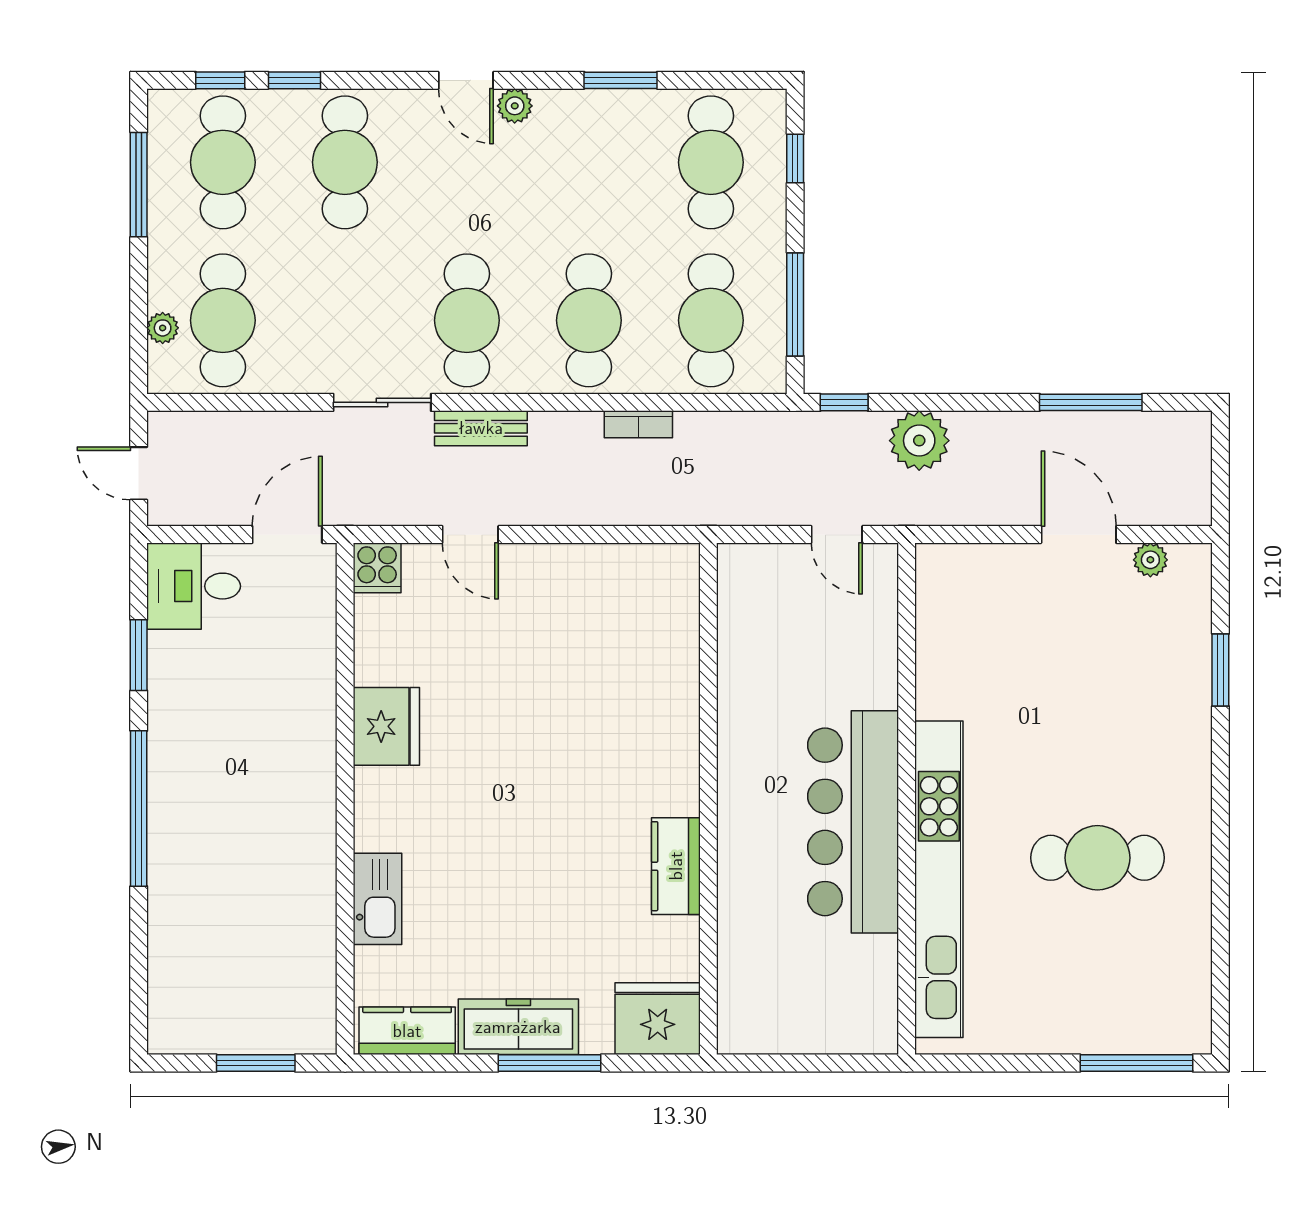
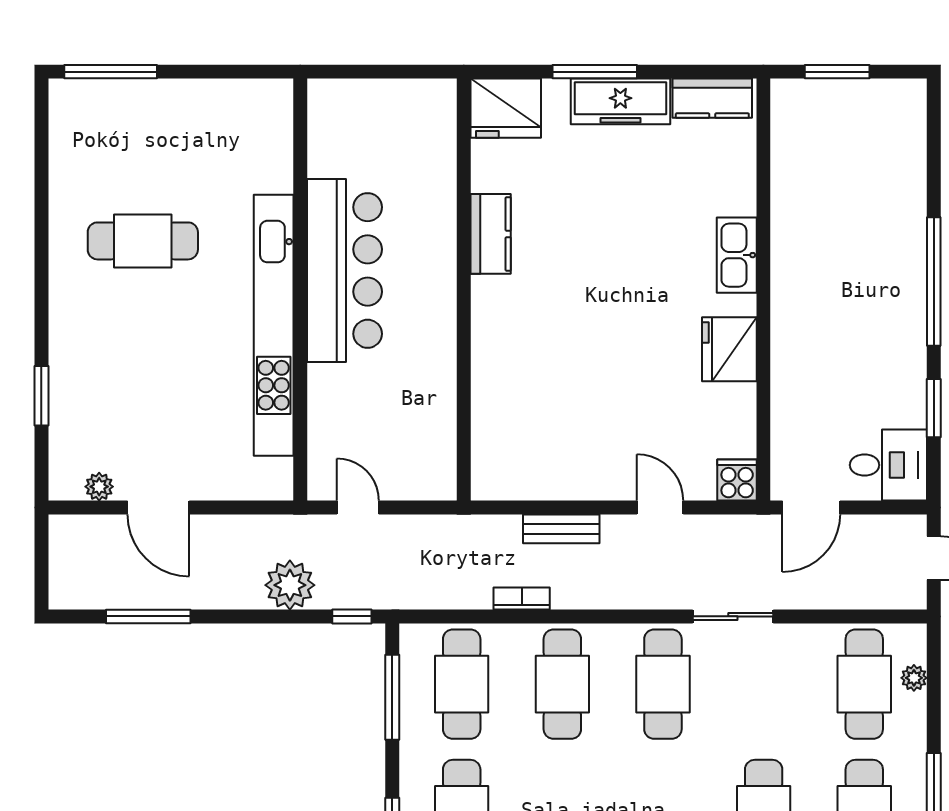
bench: (481, 428) -> (561, 529), moved
kitchen unit: (939, 879) -> (274, 325), moved
kitchen sink: (377, 899) -> (737, 255), moved

